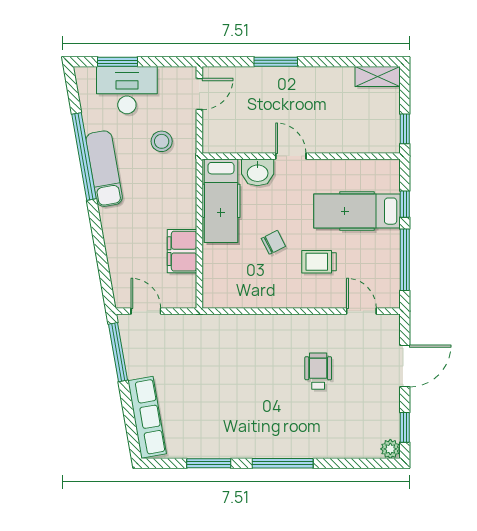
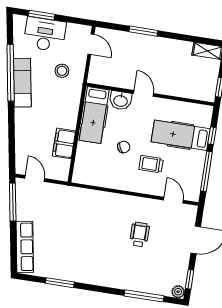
door: (199, 94) -> (91, 44), hinge flipped
window: (283, 463) -> (144, 296), moved

